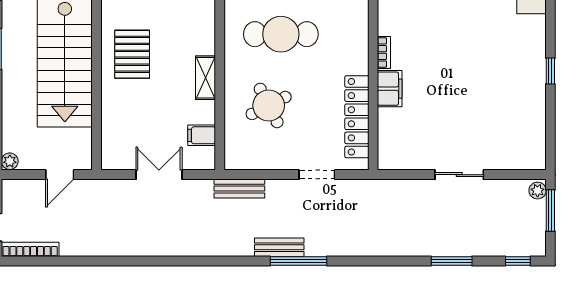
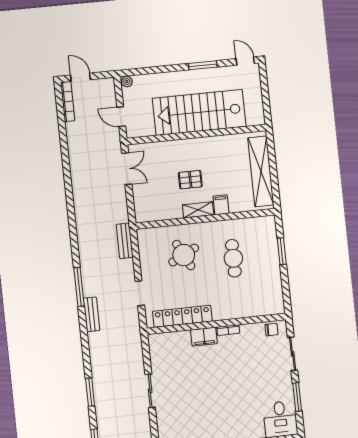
cafe table: (281, 34) -> (233, 258), width x0.73, depth x0.74
pallet: (132, 54) -> (190, 180), moved, width x0.67, depth x0.71
filing cabinet: (202, 135) -> (221, 205), moved
double door: (159, 175) -> (127, 169), moved
bench: (279, 247) -> (91, 314), moved

